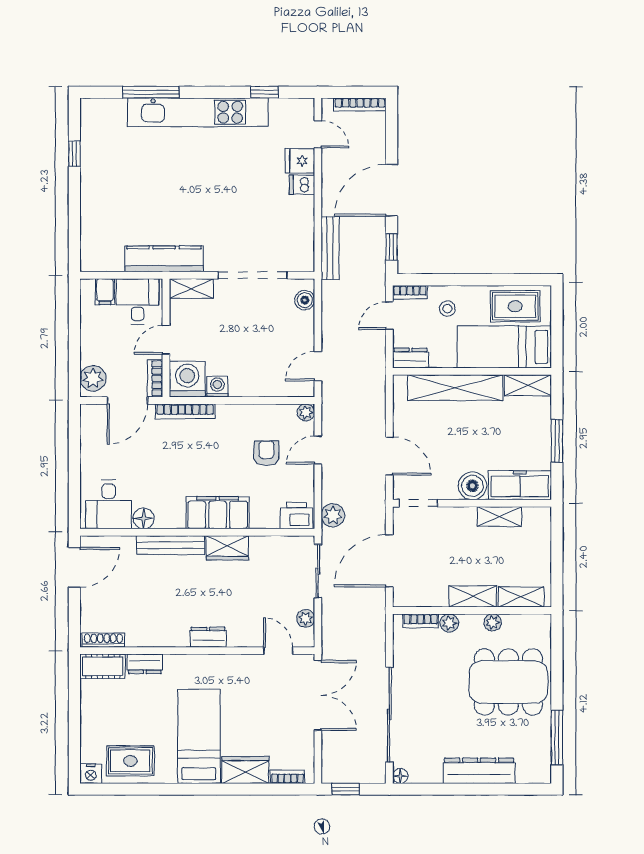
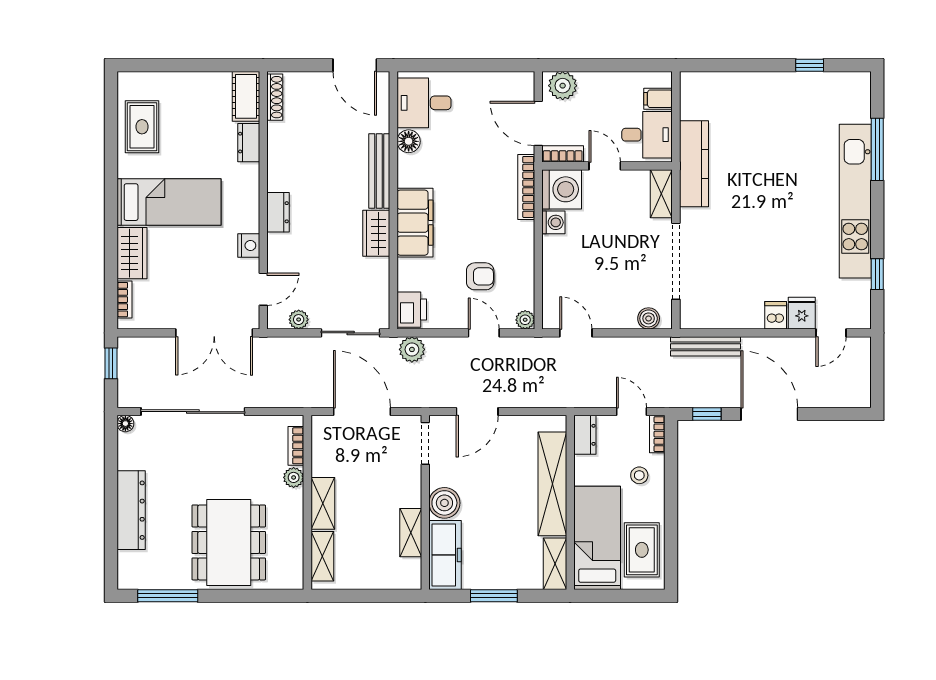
bookcase: (360, 104) -> (864, 379), removed
plant: (493, 622) -> (294, 525), removed
nightstand: (91, 774) -> (249, 245), moved, turned 180

